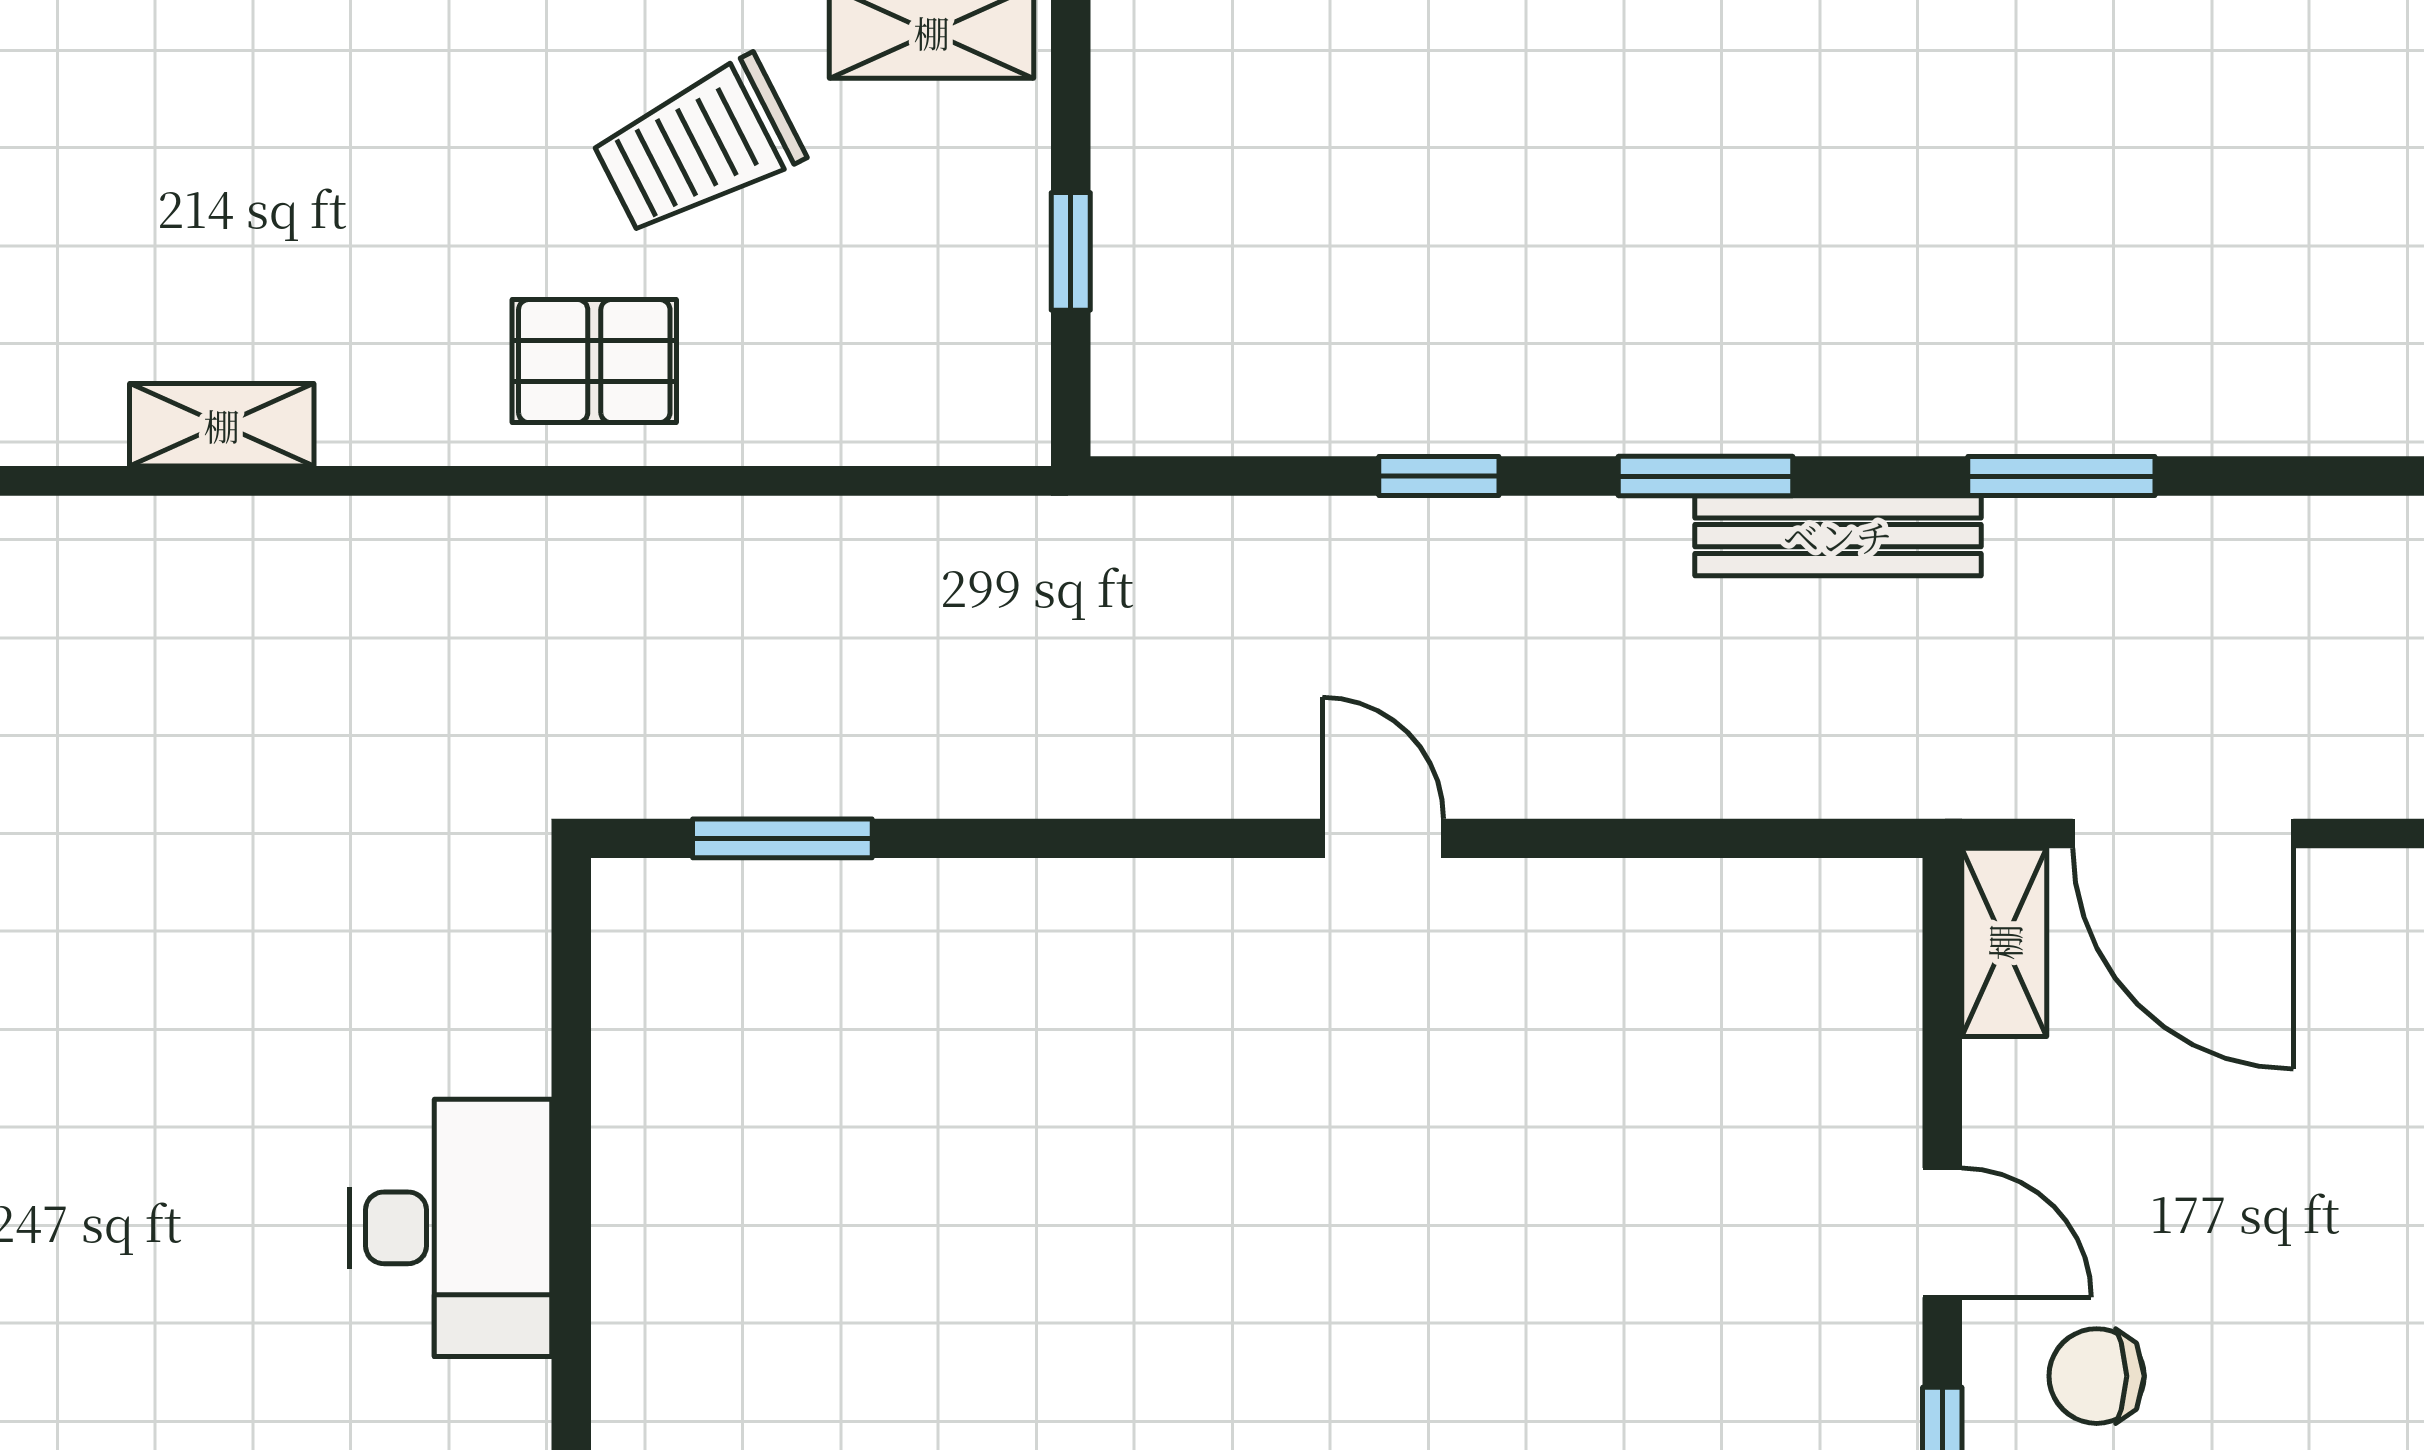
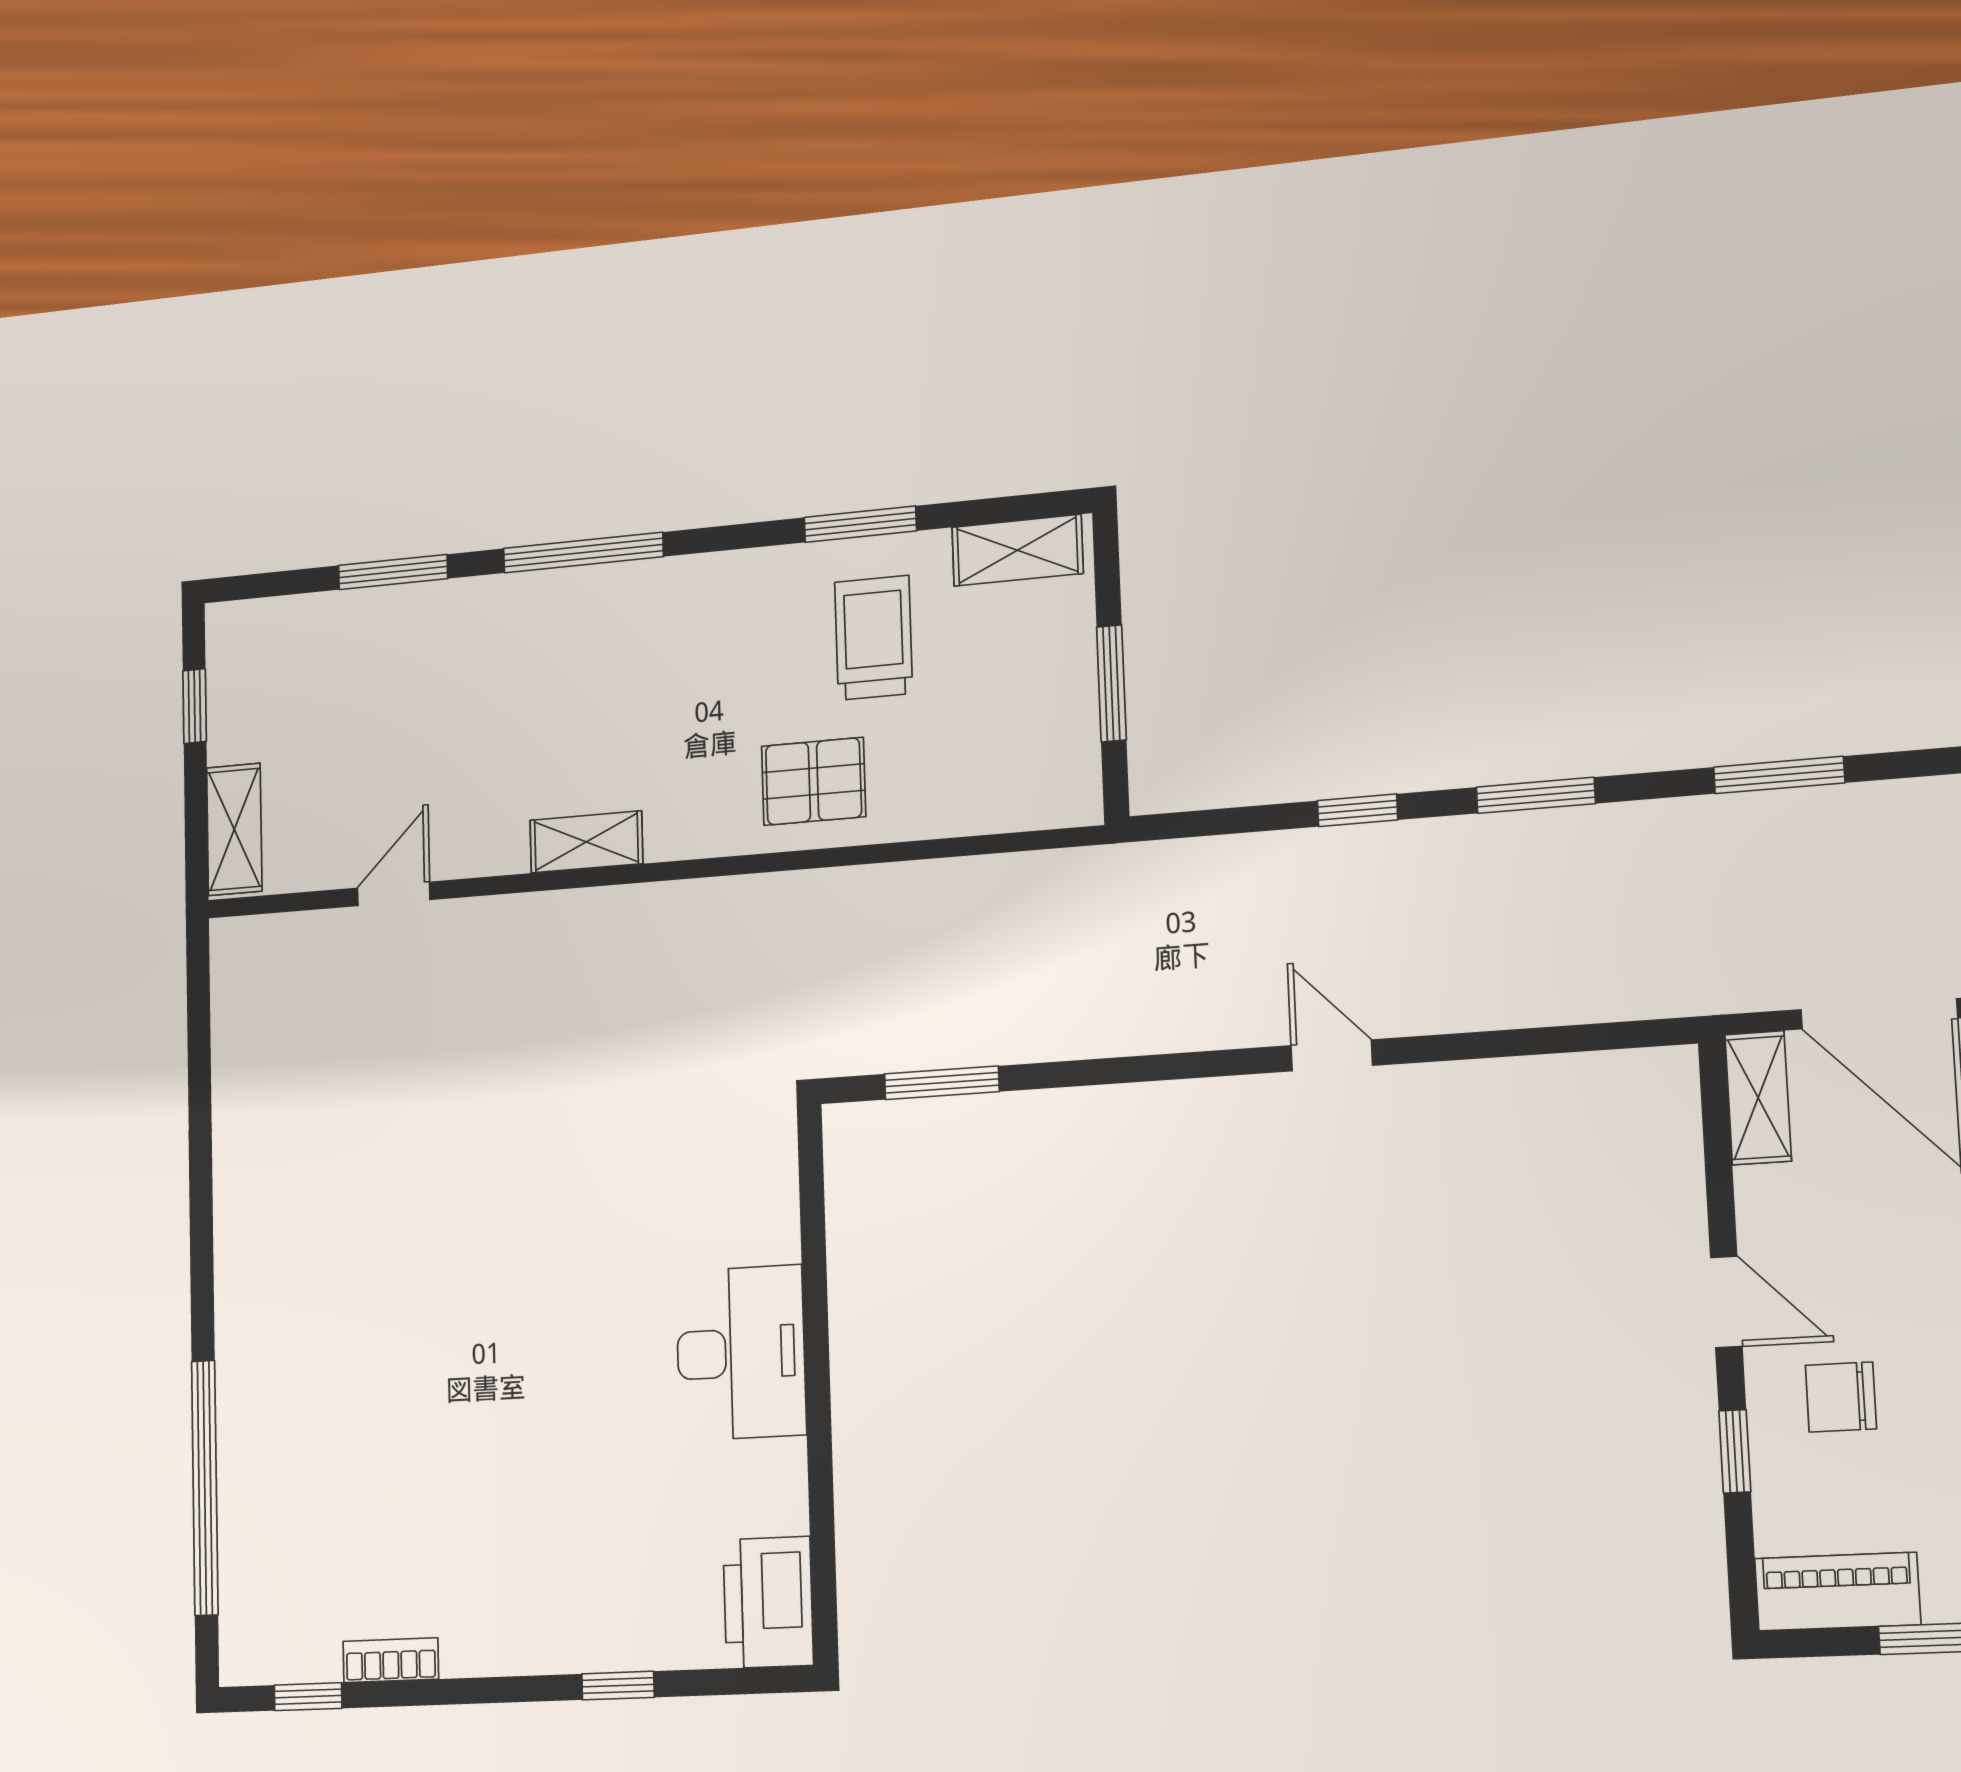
trolley: (698, 146) -> (874, 638), turned 117
window: (1071, 251) -> (1111, 683), width x1.50
bench: (1838, 536) -> (1628, 828), removed

